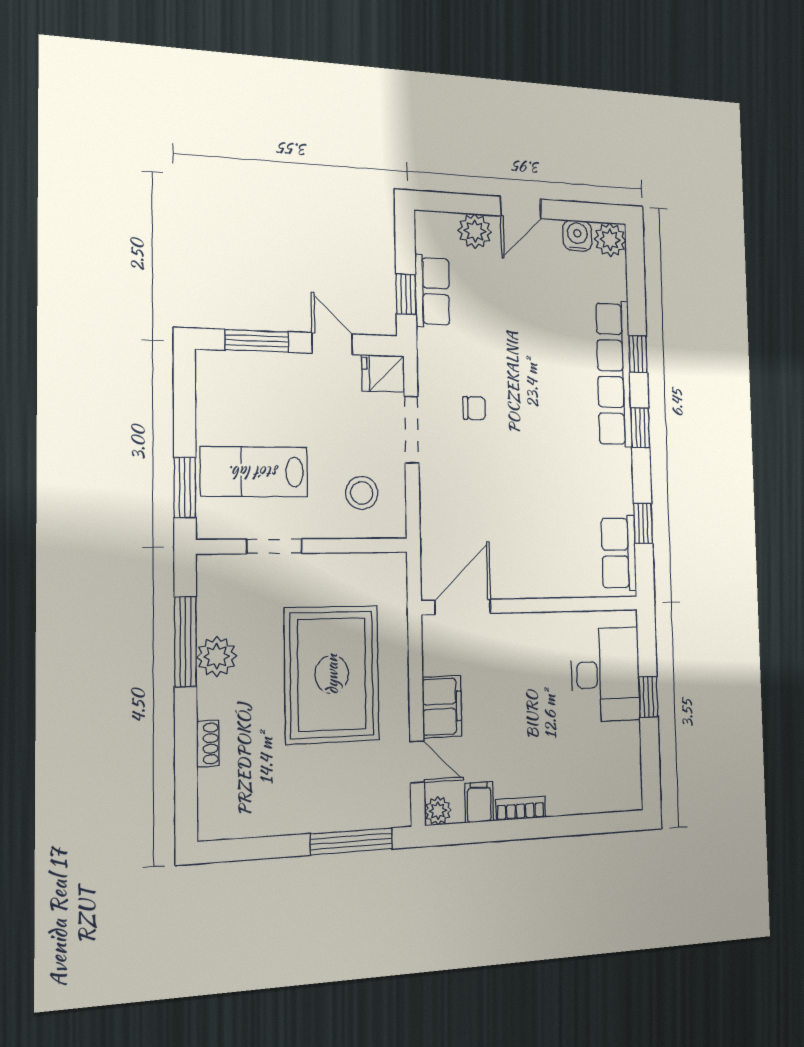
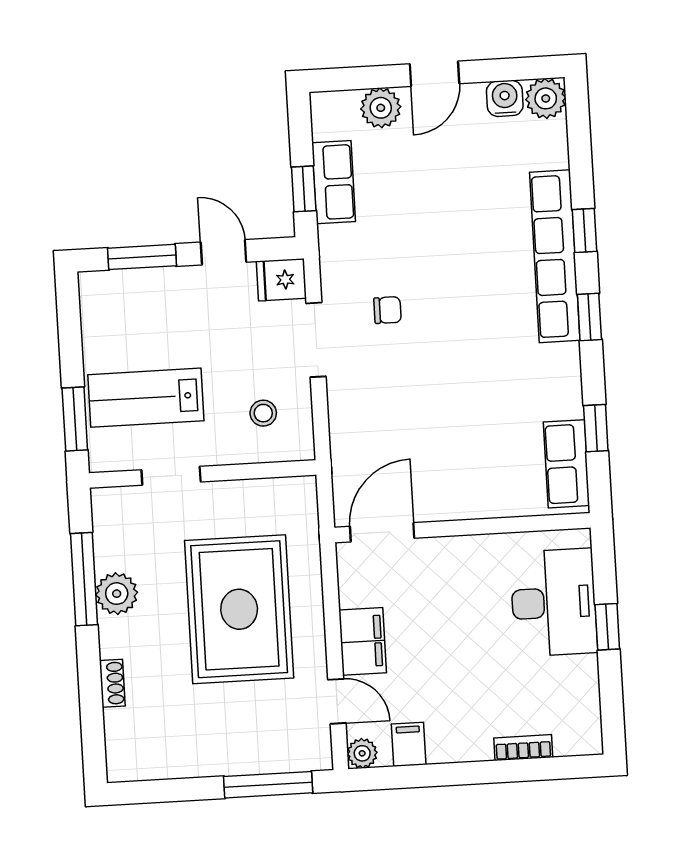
stool: (362, 493) -> (263, 413), width x0.73, depth x0.73
bookcase: (520, 808) -> (523, 748), moved

